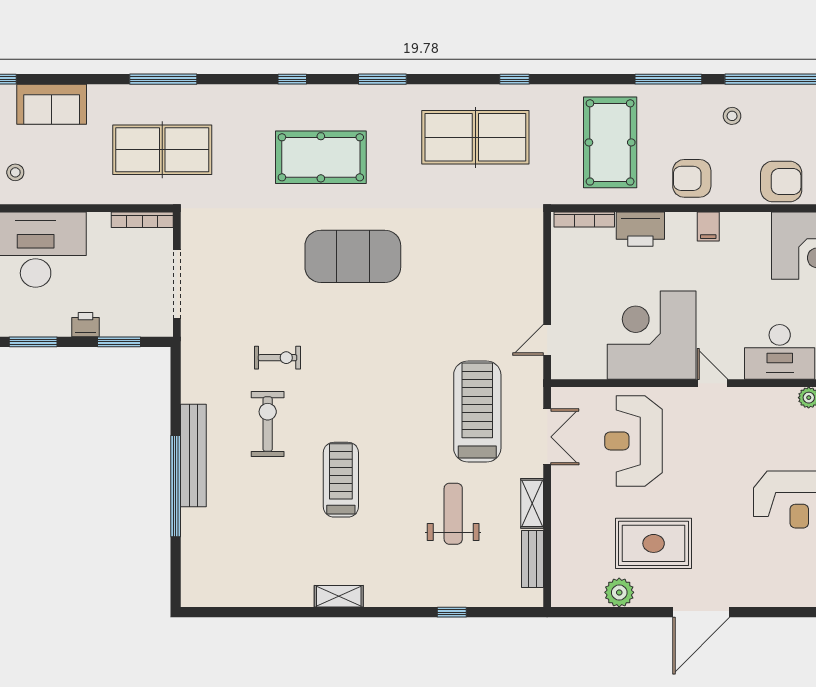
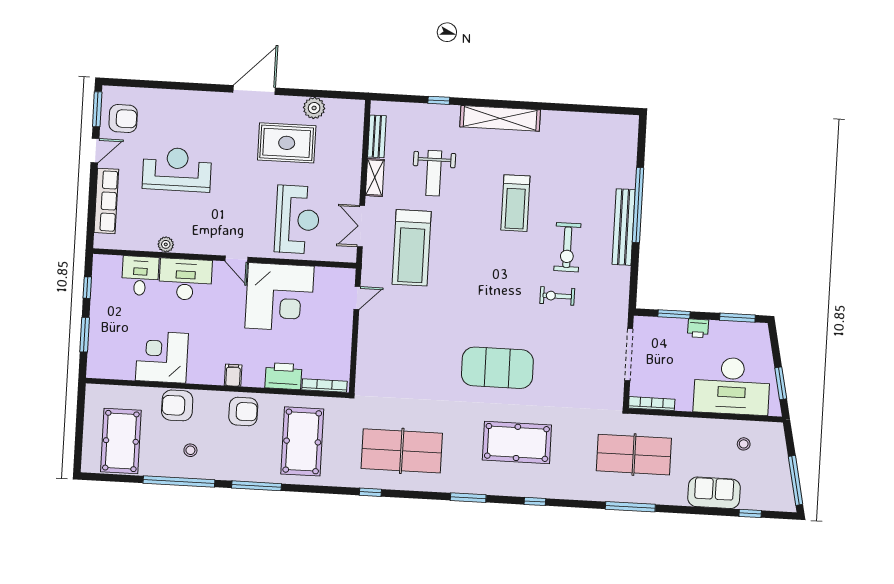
stool: (732, 116) -> (190, 450), moved
shelving: (339, 596) -> (500, 118), width x2.20, depth x1.33

